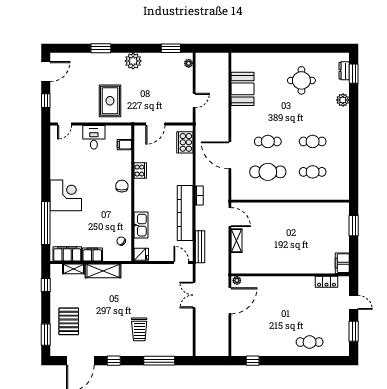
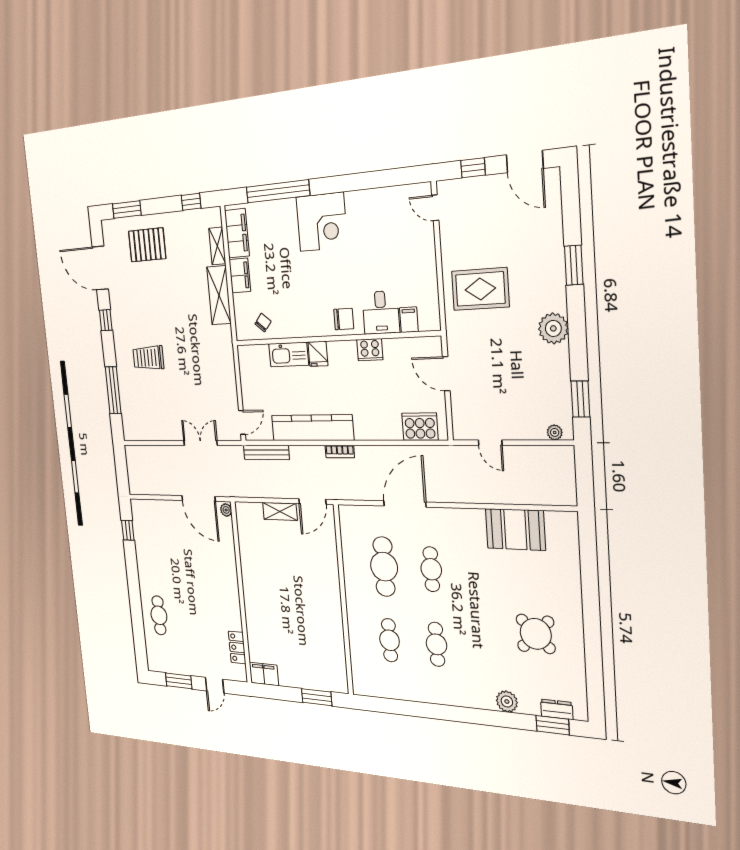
round table: (301, 80) -> (536, 634), turned 45
desk: (94, 137) -> (381, 312), moved, turned 90
fridge: (141, 254) -> (318, 354), moved

